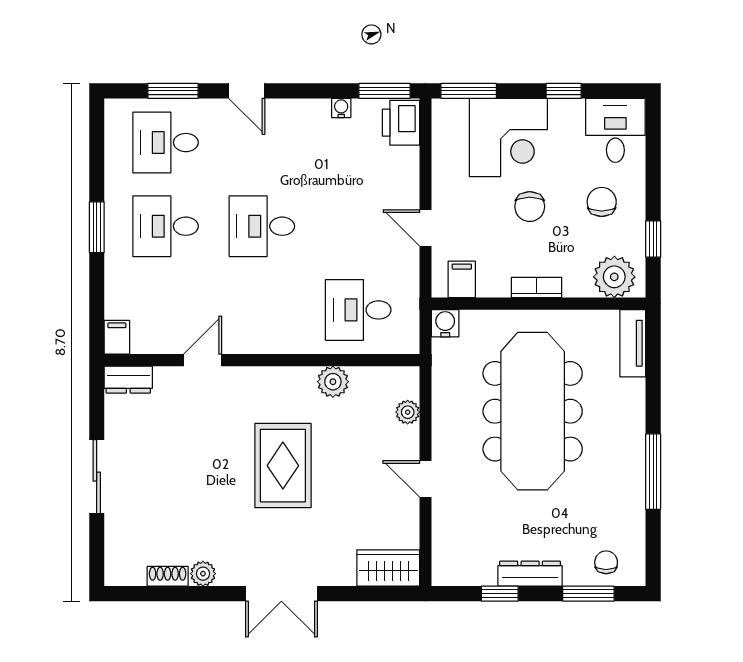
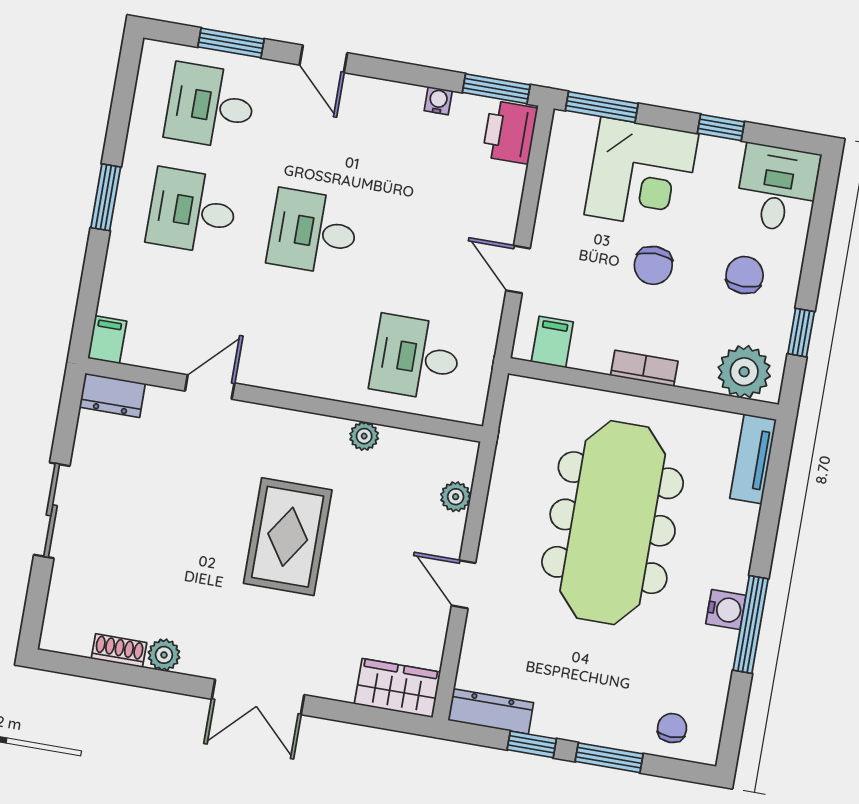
water cooler: (445, 323) -> (726, 610), moved, turned 90
plant: (333, 382) -> (364, 436), width x0.73, depth x0.73
dresser: (530, 574) -> (491, 711), moved
window: (588, 594) -> (609, 758), moved

